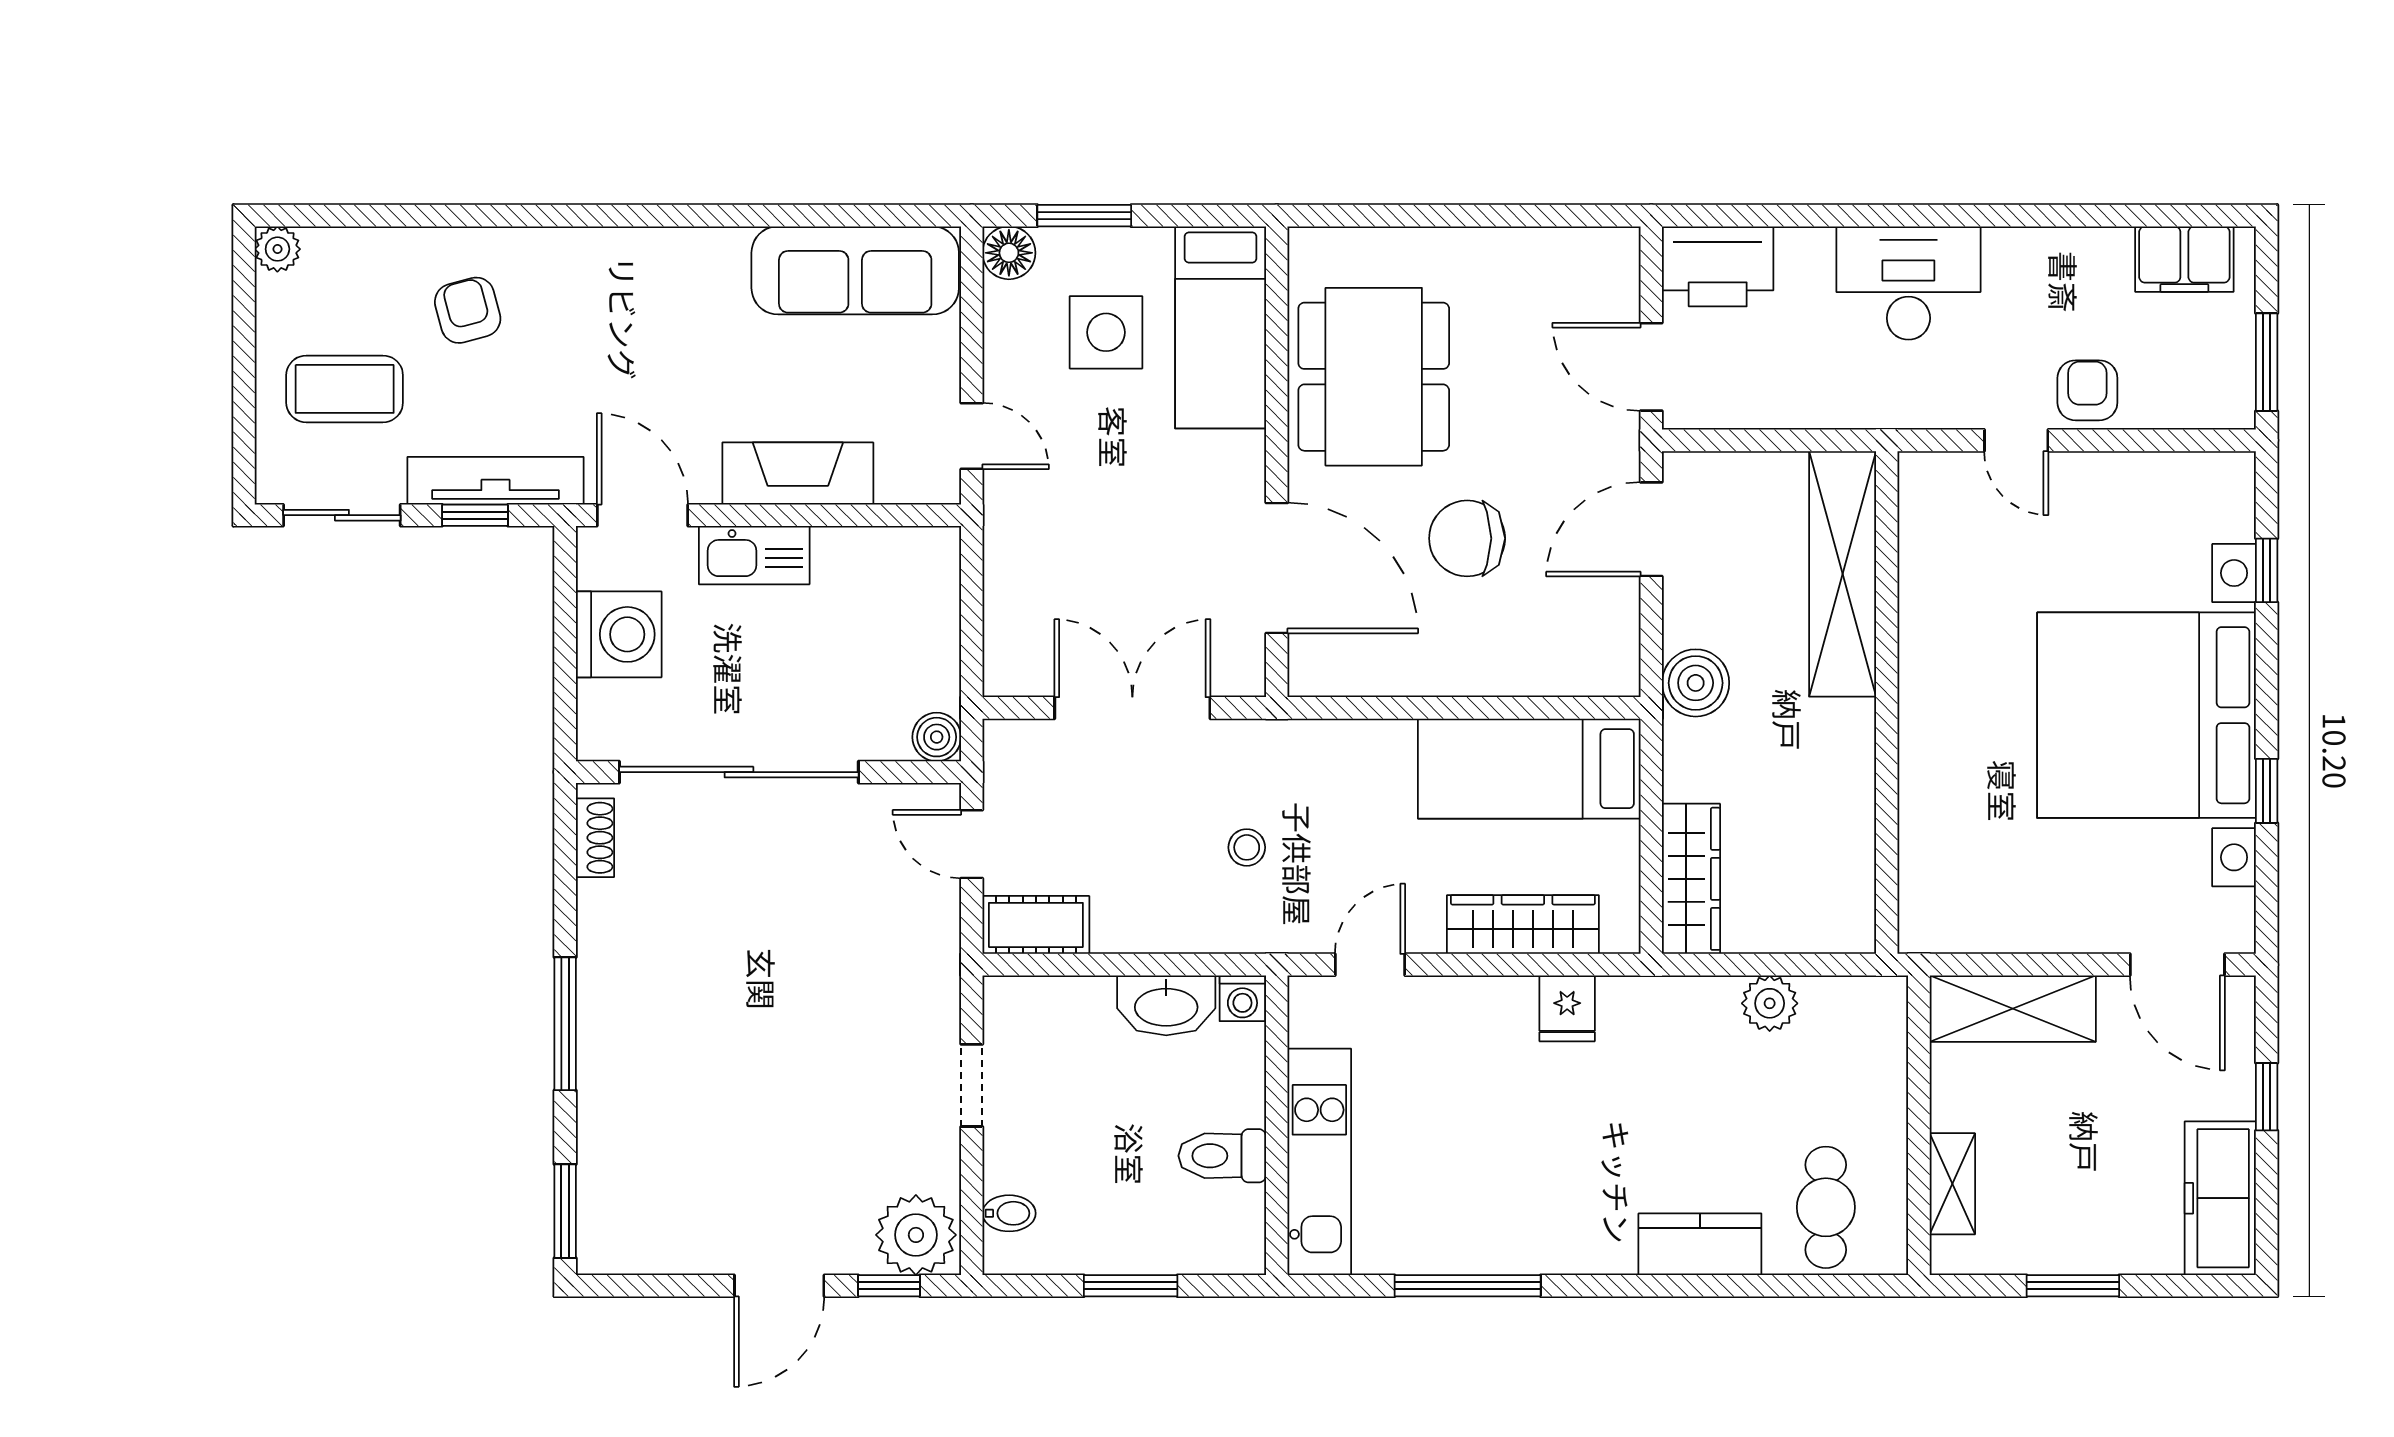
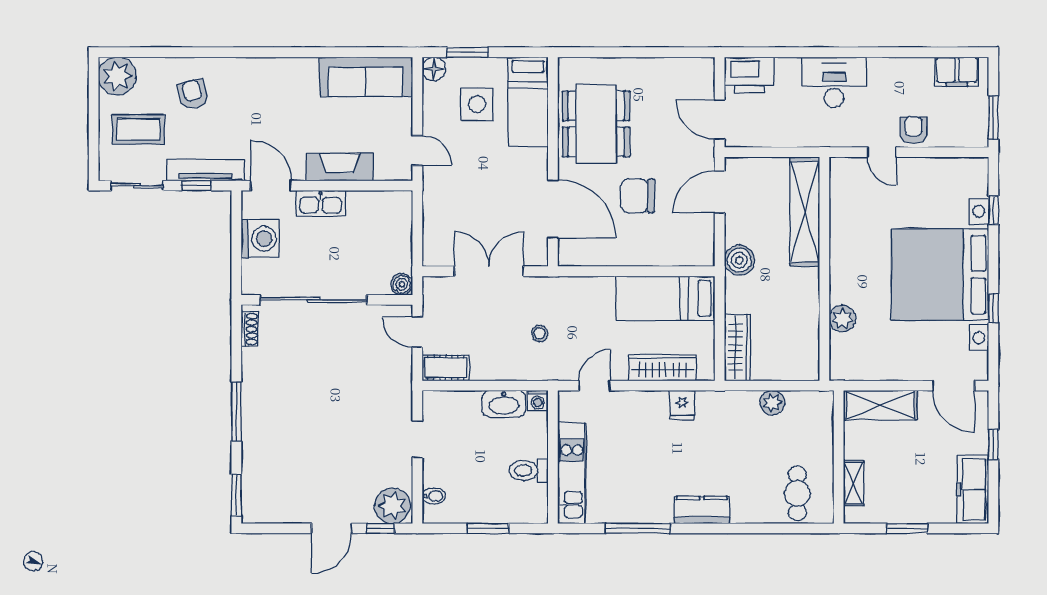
plant: (277, 249) -> (117, 76), width x1.88, depth x1.88
plant: (1927, 814) -> (842, 319), added
kitchen counter: (1700, 1244) -> (702, 510), moved

